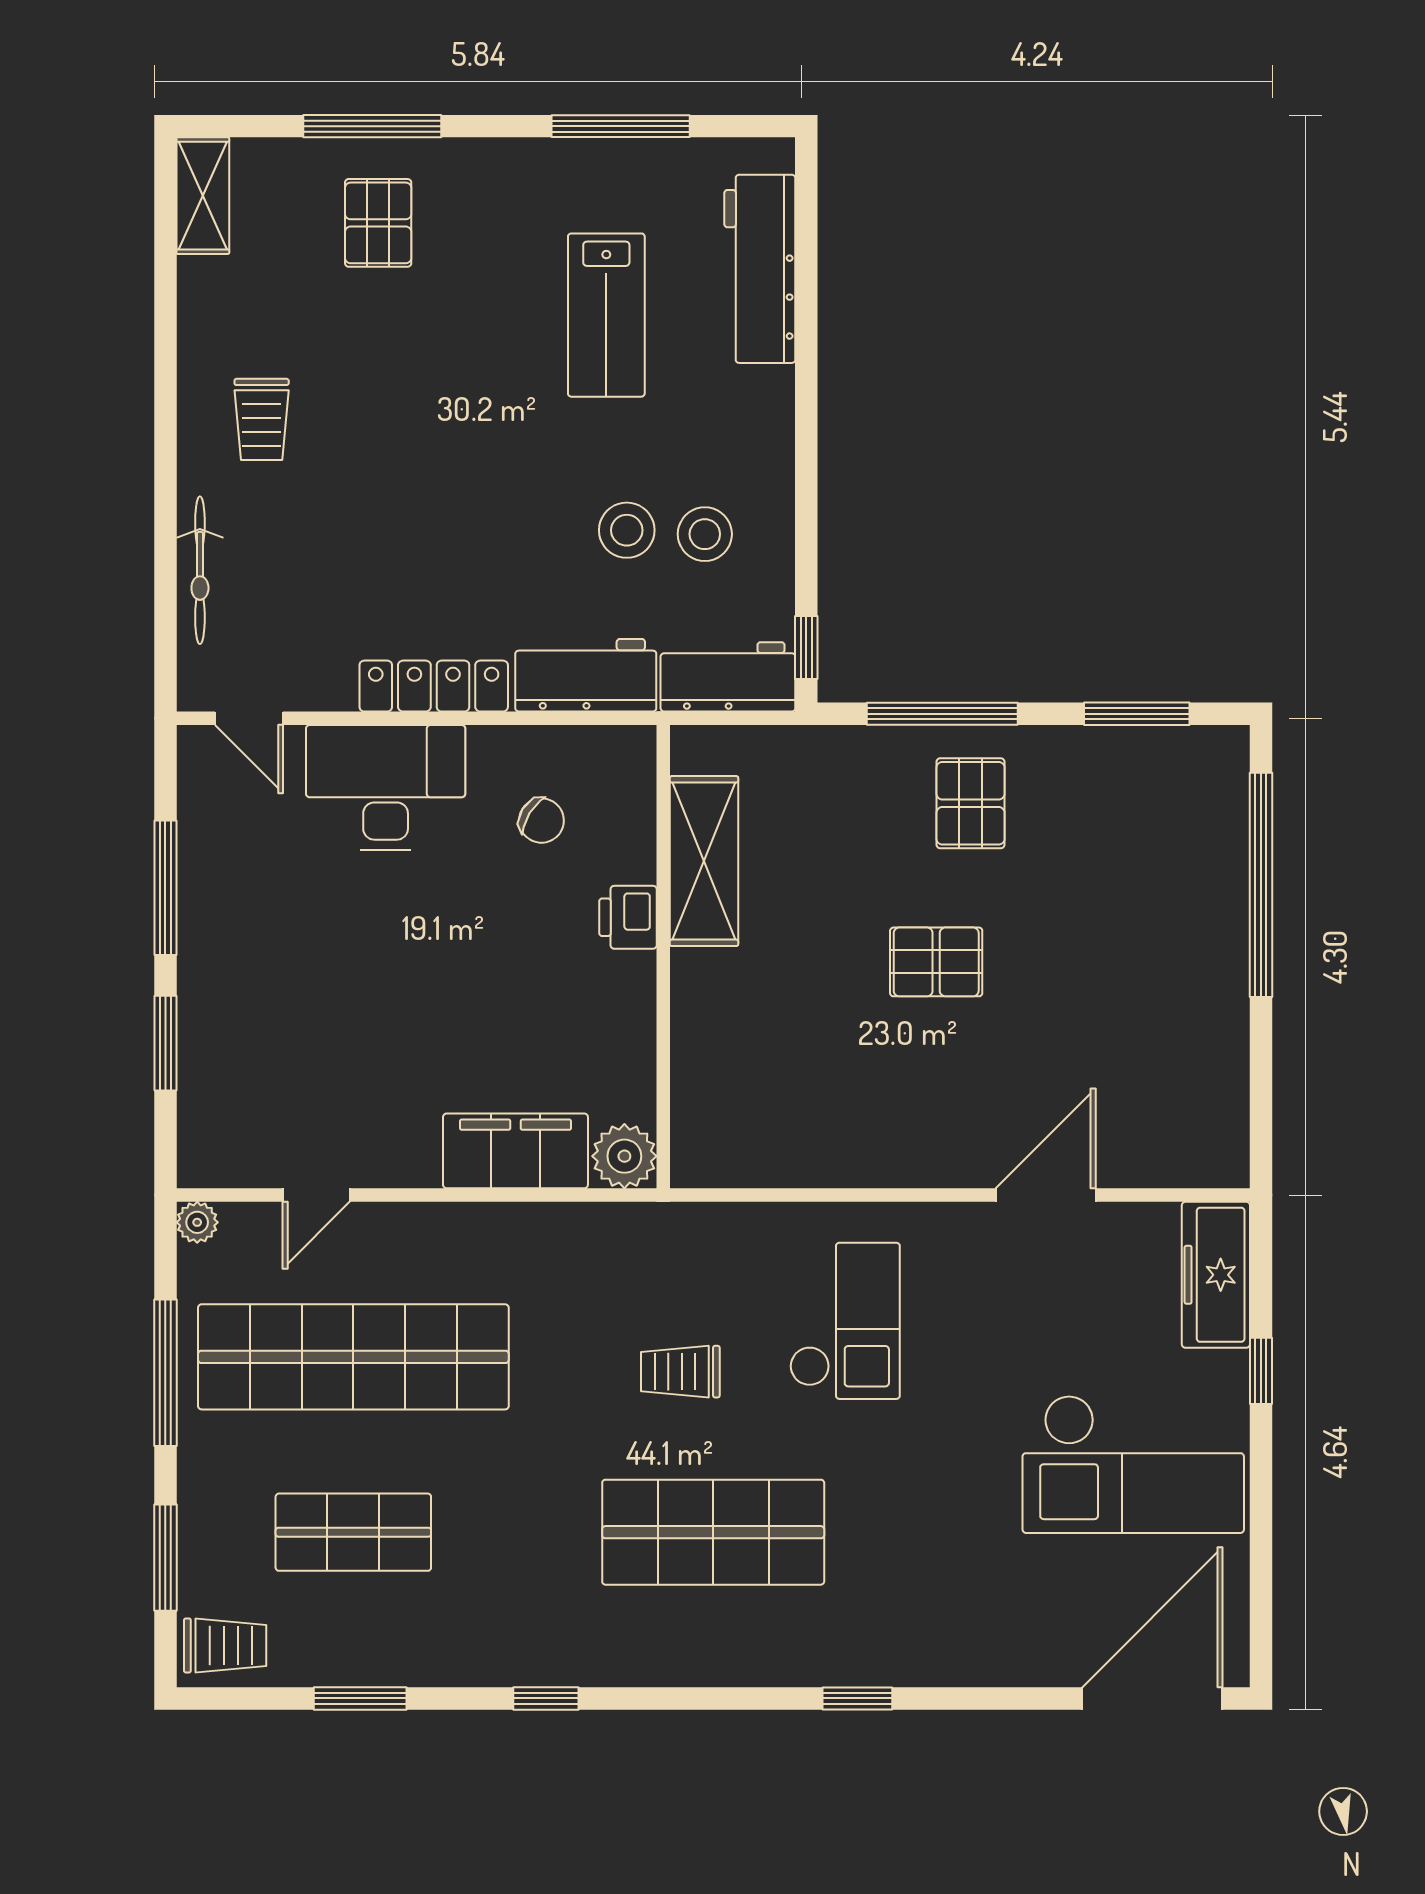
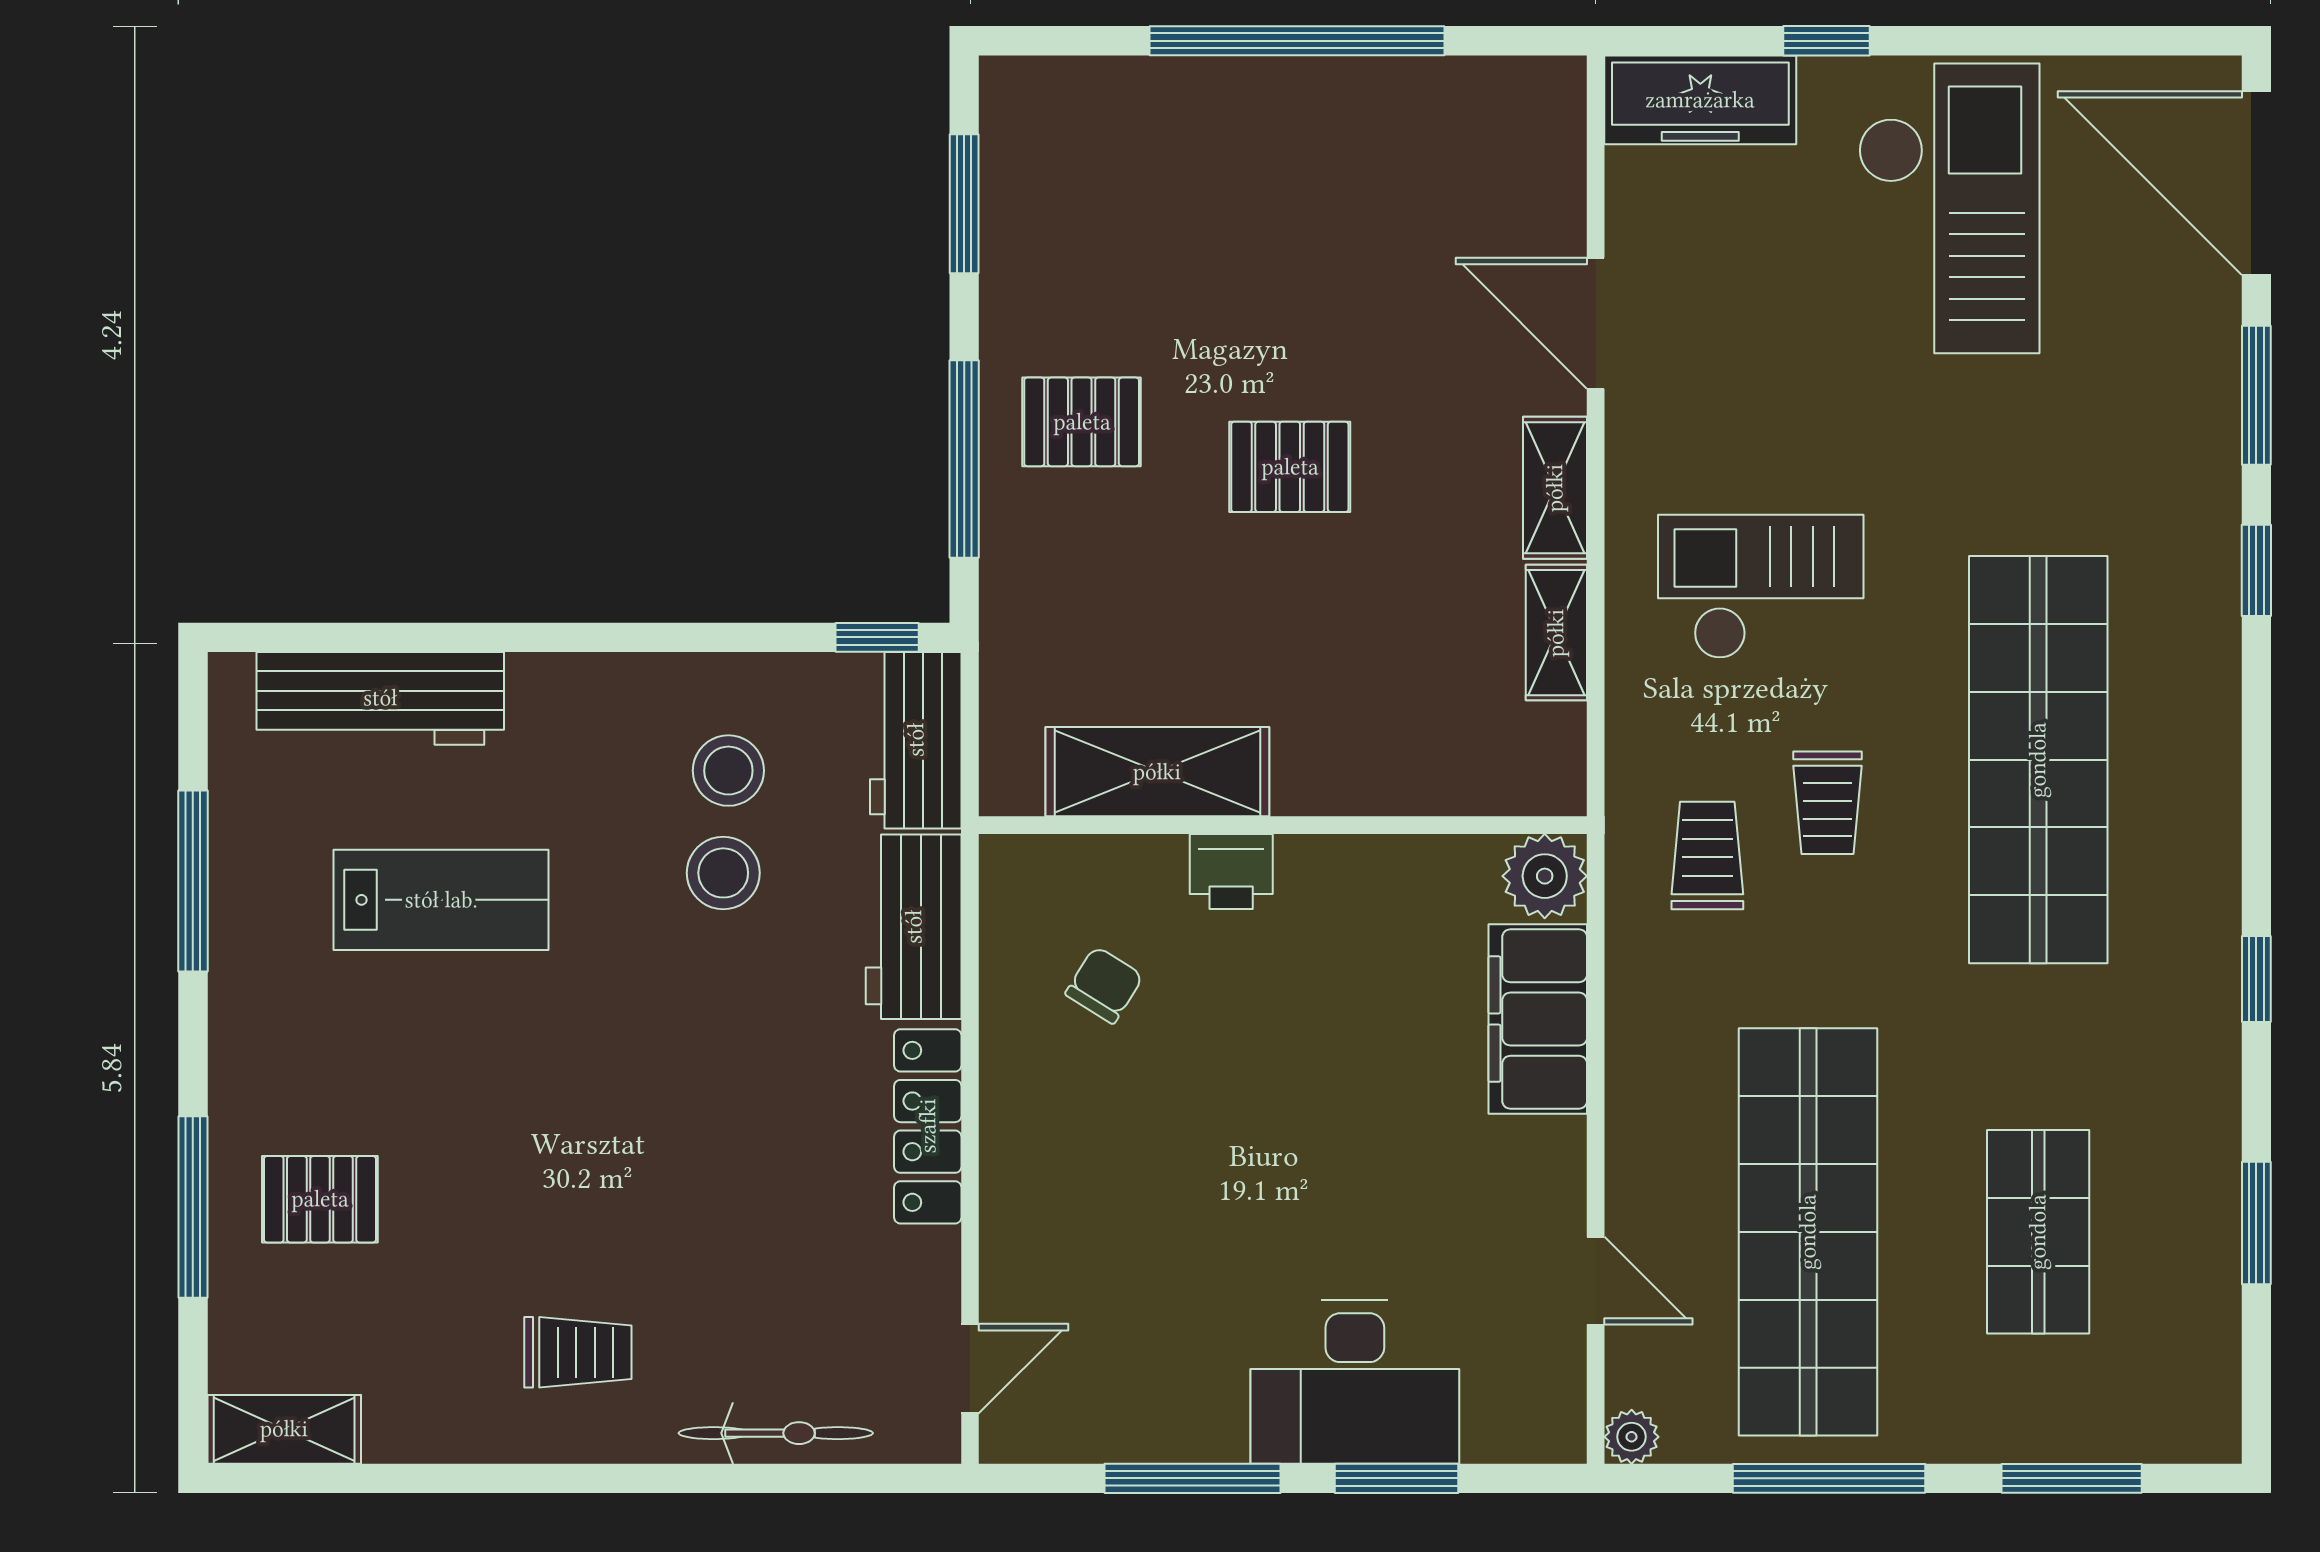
desk: (386, 787) -> (1355, 1382), moved, turned -90
window: (1261, 885) -> (1297, 41), moved
pallet: (936, 962) -> (1290, 467), turned 90
shelving: (920, 1164) -> (1555, 488), added
shelving: (810, 1165) -> (1556, 633), added
shop shelf: (713, 1532) -> (2038, 760), width x1.40
trolley: (225, 1645) -> (1707, 856), moved
window: (991, 1698) -> (2256, 395), added

